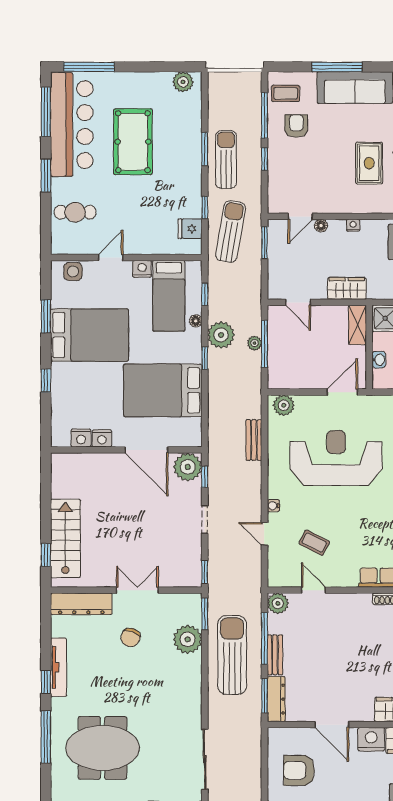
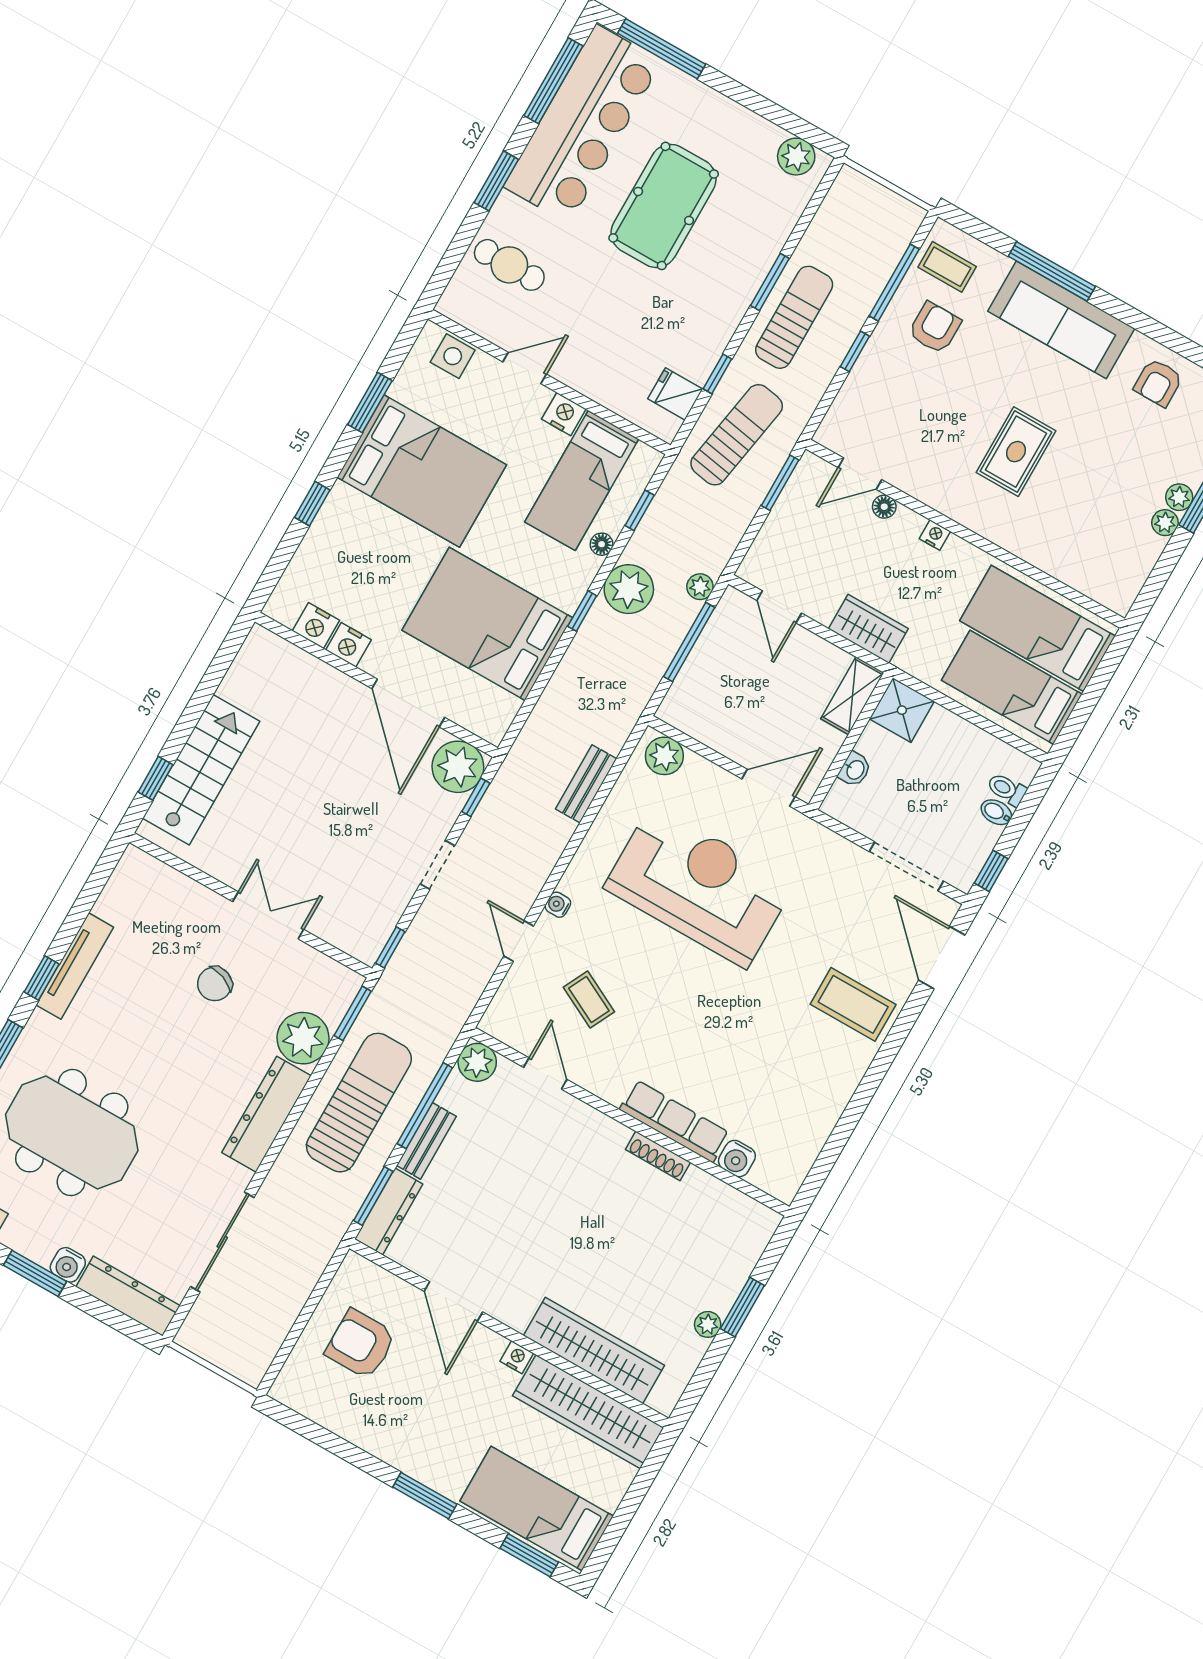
plant: (255, 343) -> (700, 587), moved
dresser: (81, 604) -> (266, 1114), moved, turned 90
nightstand: (371, 739) -> (517, 1357), width x0.53, depth x0.56

